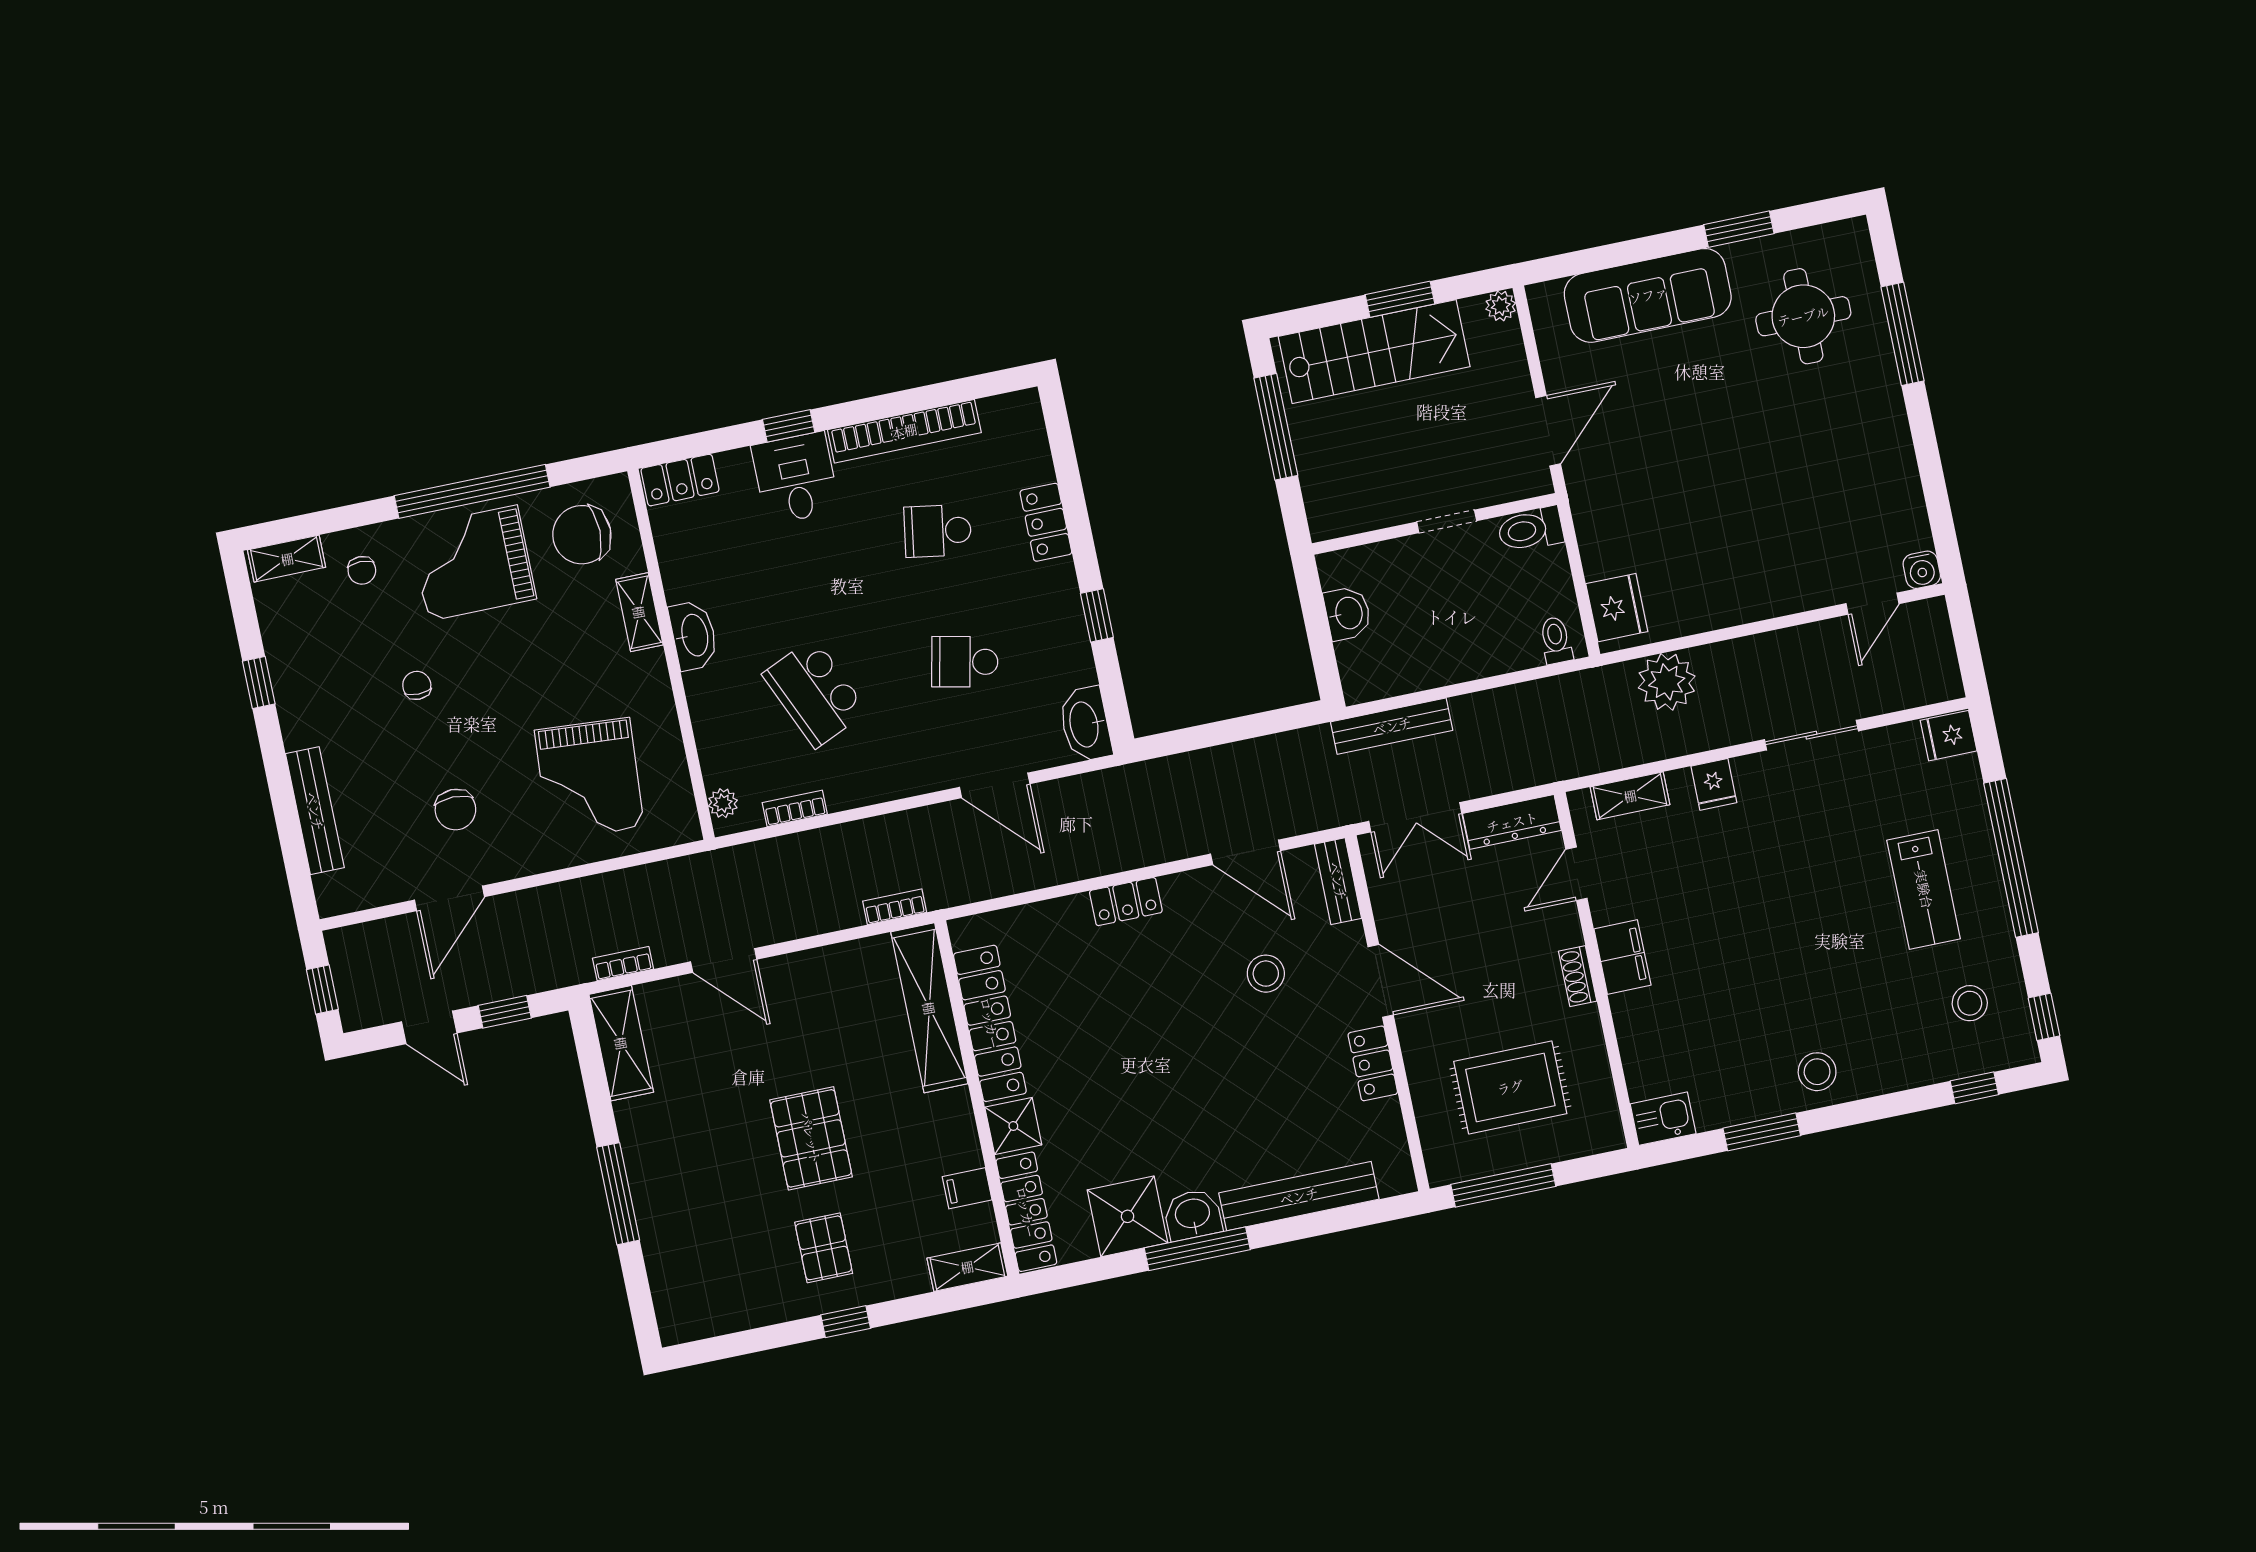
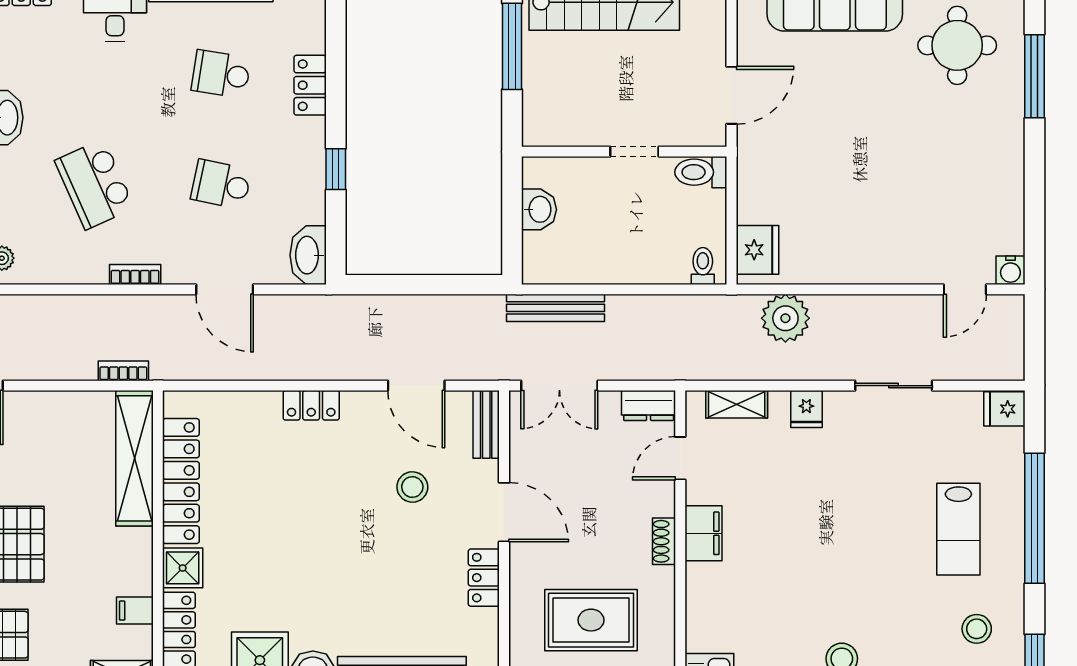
bookcase: (795, 808) -> (135, 274), moved
dresser: (1512, 822) -> (649, 406), width x0.70

